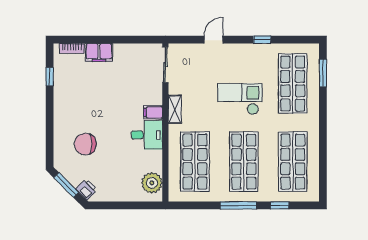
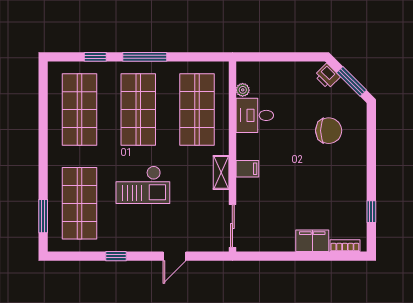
desk: (147, 135) -> (255, 115), moved
plant: (152, 183) -> (243, 90), width x0.53, depth x0.53

